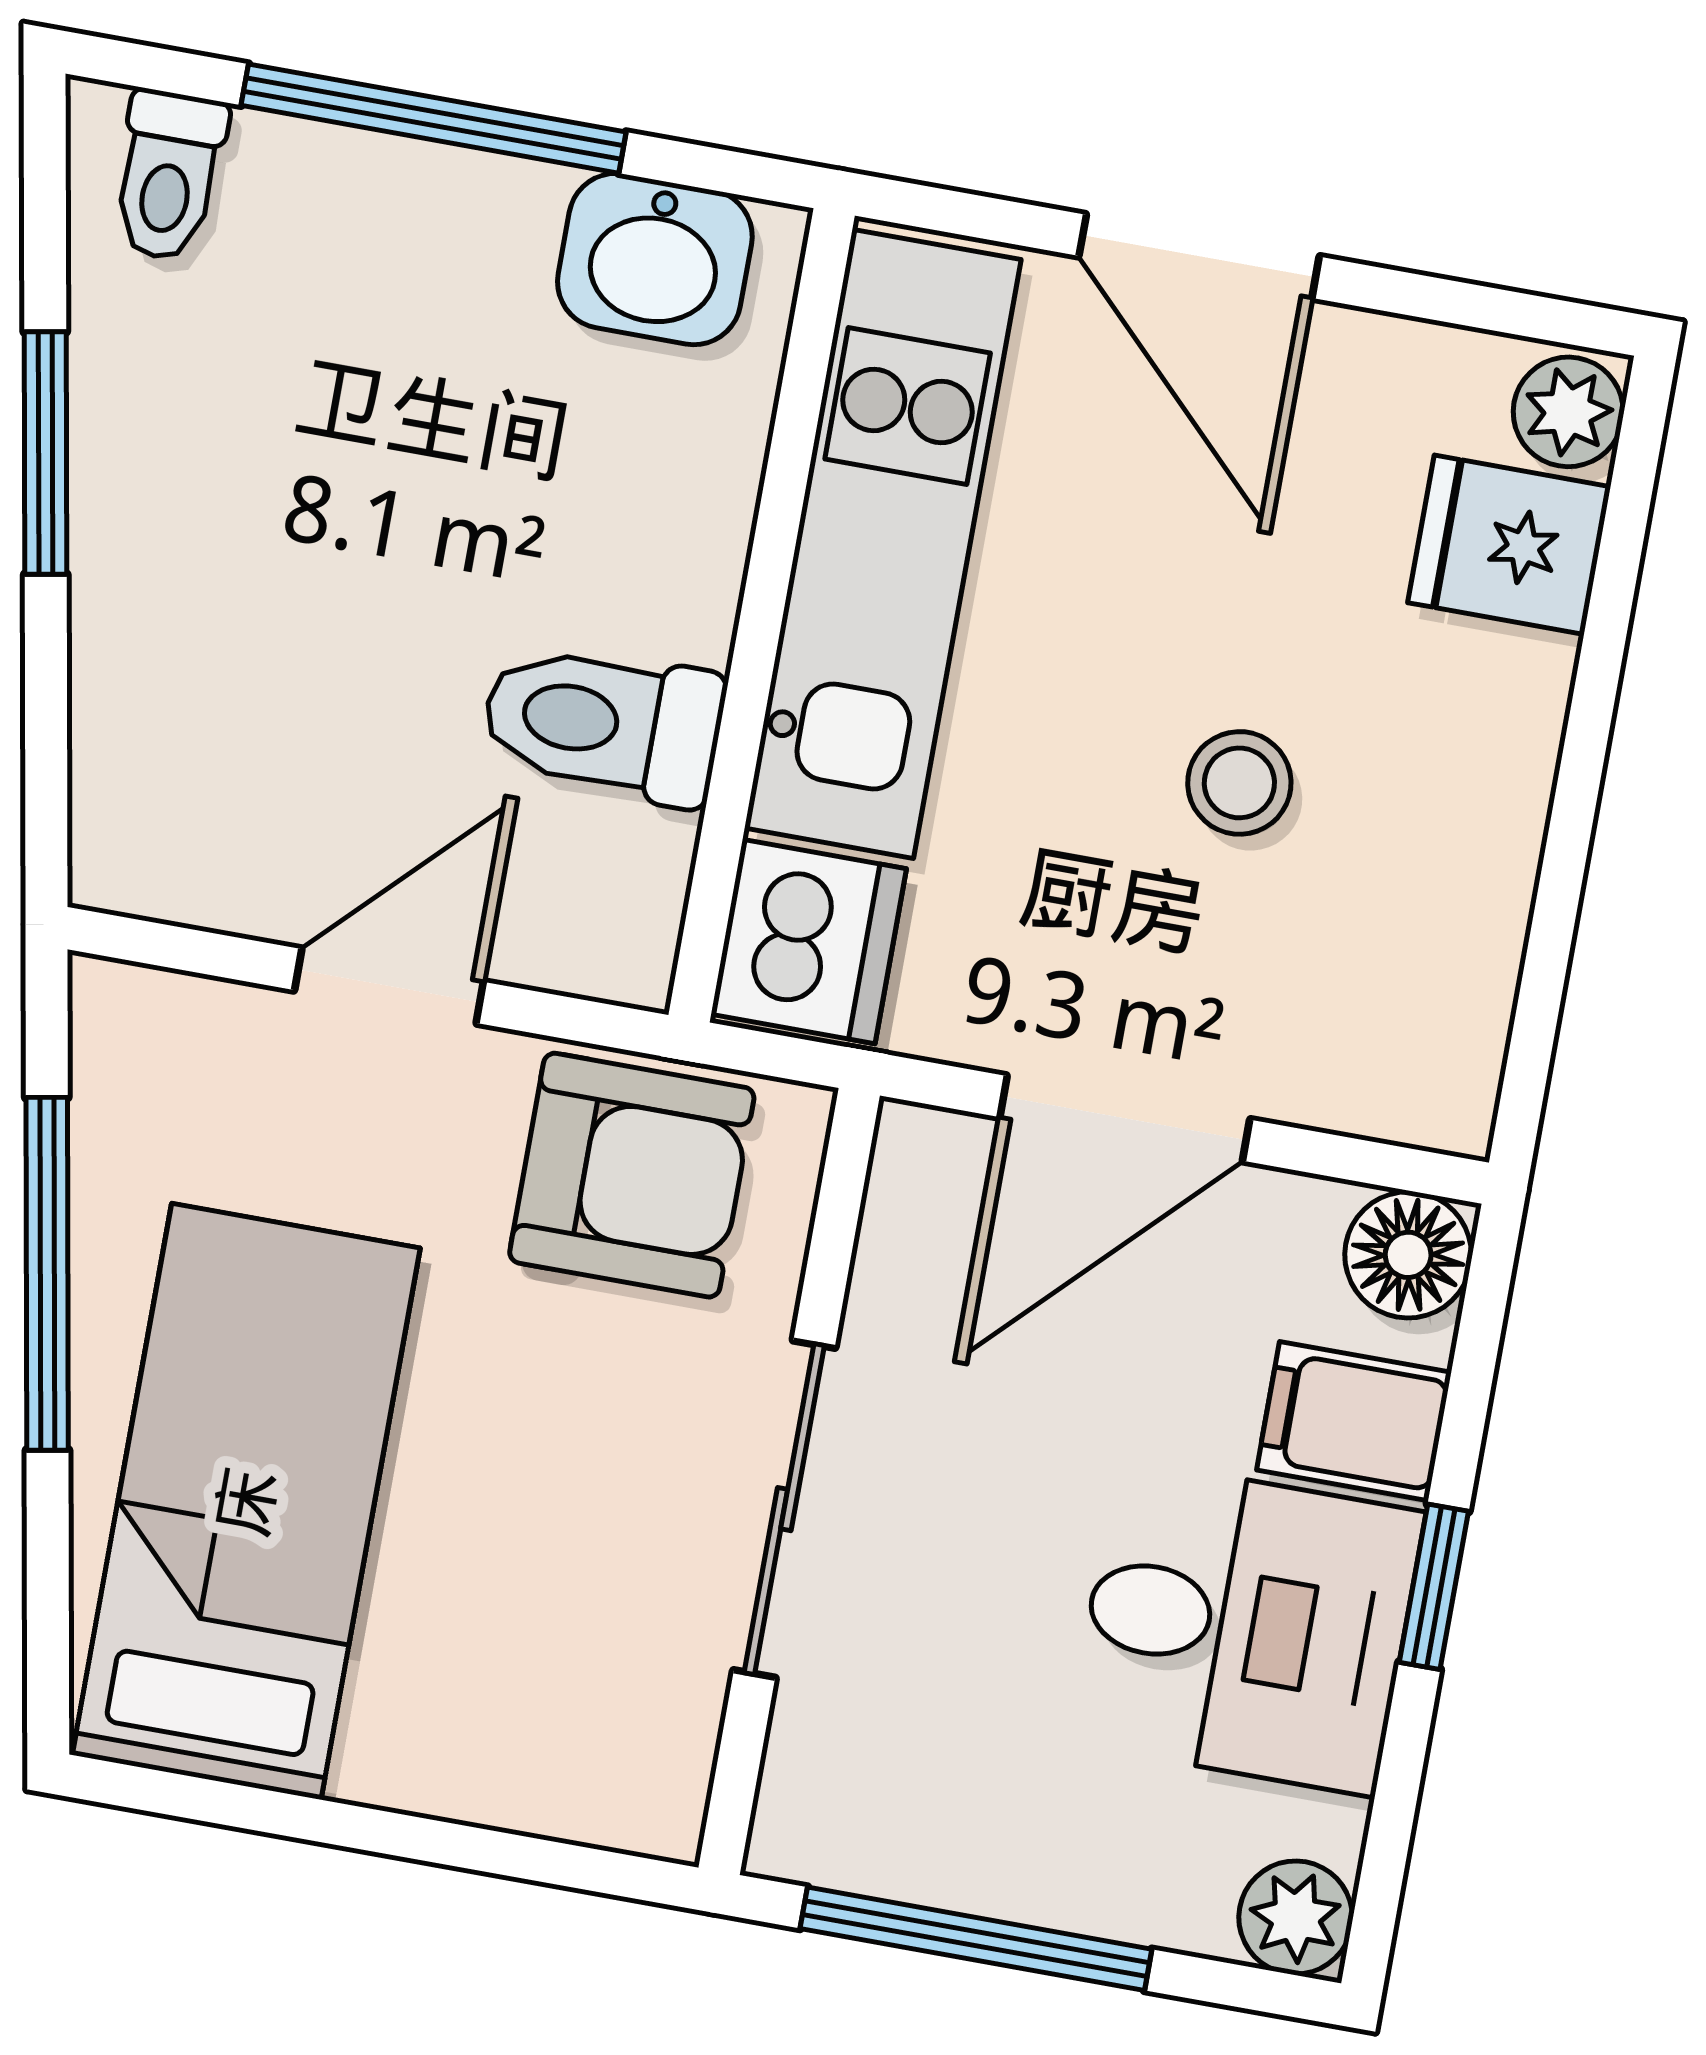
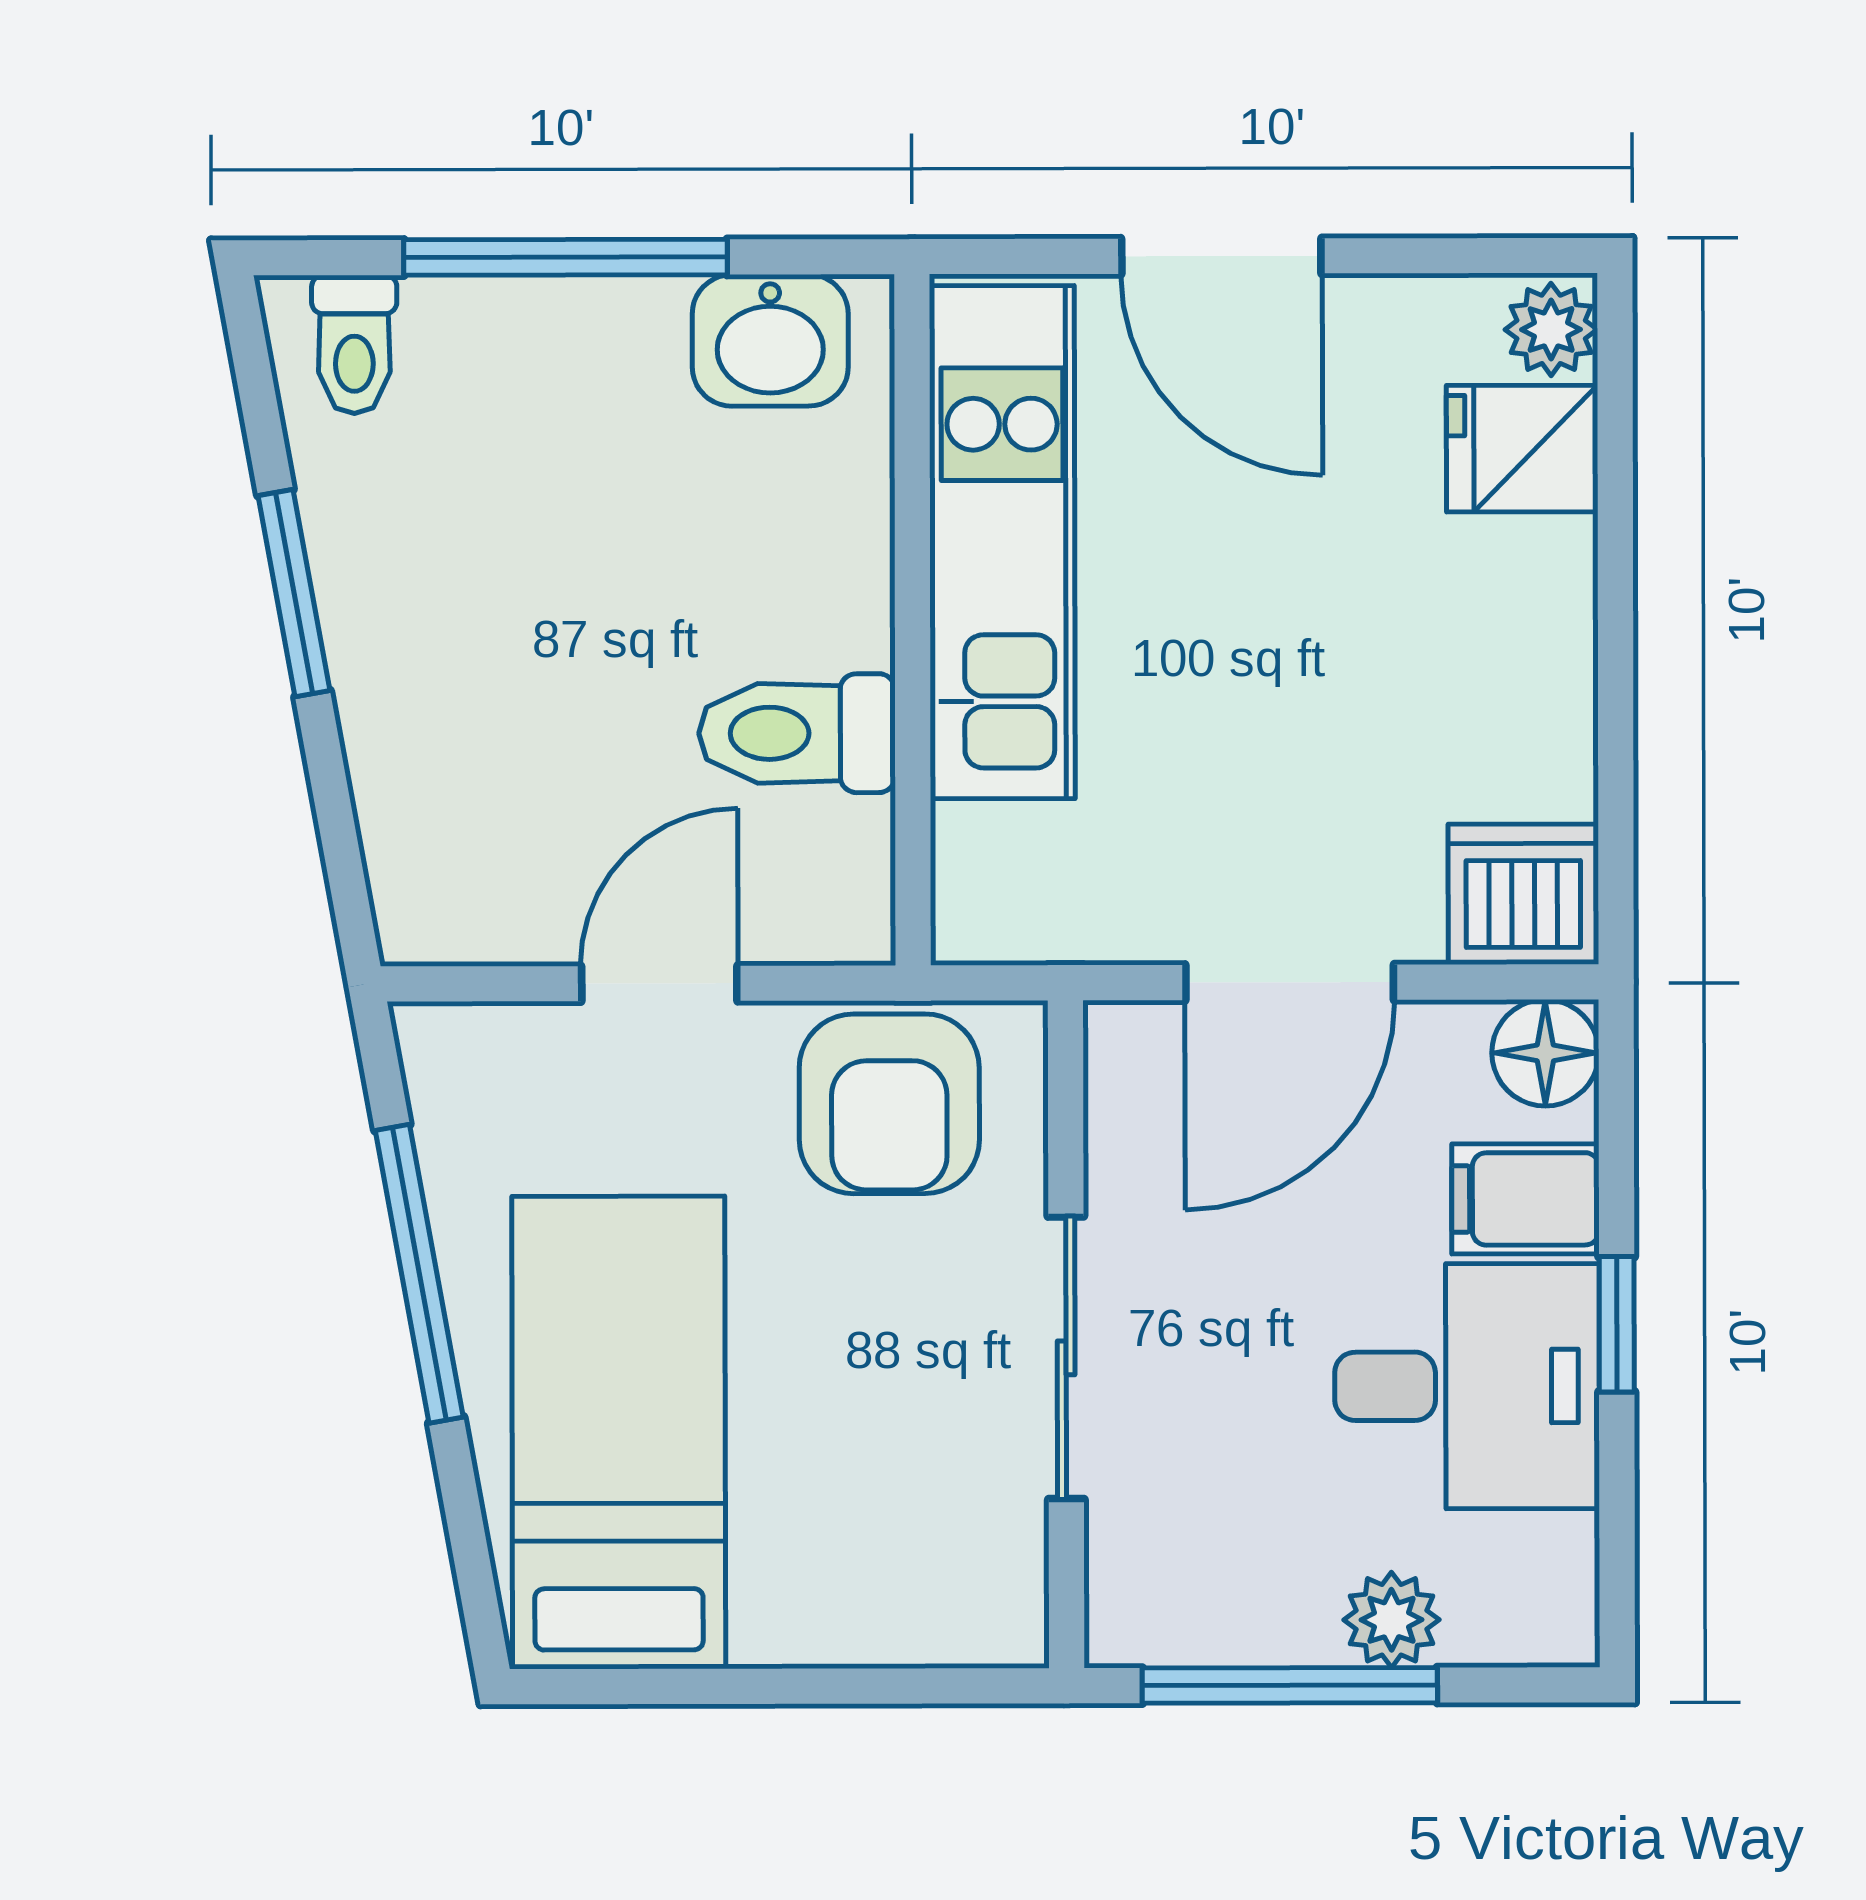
stool: (1239, 783) -> (1334, 687), removed
dishwasher: (809, 941) -> (1523, 894), moved, turned -90
armchair: (632, 1175) -> (889, 1104), turned 90
plant: (1296, 1918) -> (1391, 1620), moved

